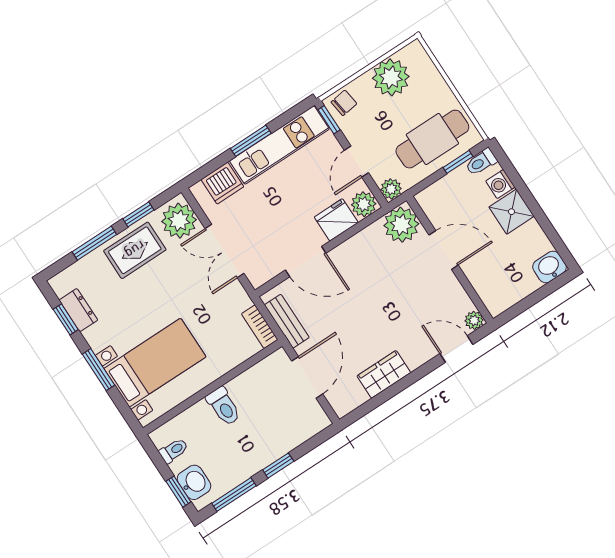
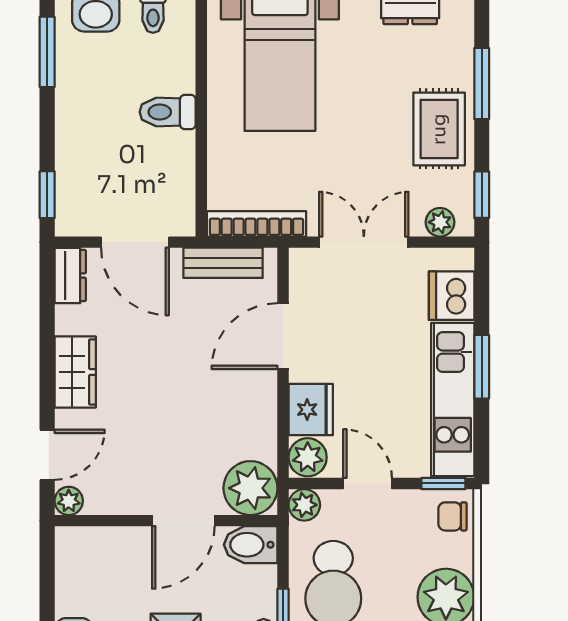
chair: (344, 103) -> (452, 516), turned 98
bidet: (433, 204) -> (251, 545), added
window: (138, 214) -> (482, 195), moved
plant: (179, 221) -> (440, 222), width x0.53, depth x0.53
bookcase: (260, 327) -> (256, 224), width x1.56
wardrobe: (384, 374) -> (75, 372), moved
dresser: (349, 401) -> (70, 275), added
window: (278, 466) -> (47, 195), moved

